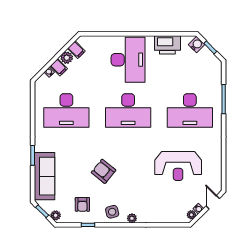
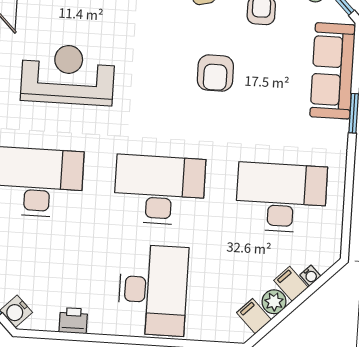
printer: (167, 45) -> (73, 321), width x0.53, depth x0.68
desk: (128, 60) -> (153, 290), turned 180
armchair: (104, 171) -> (215, 73), turned 51

